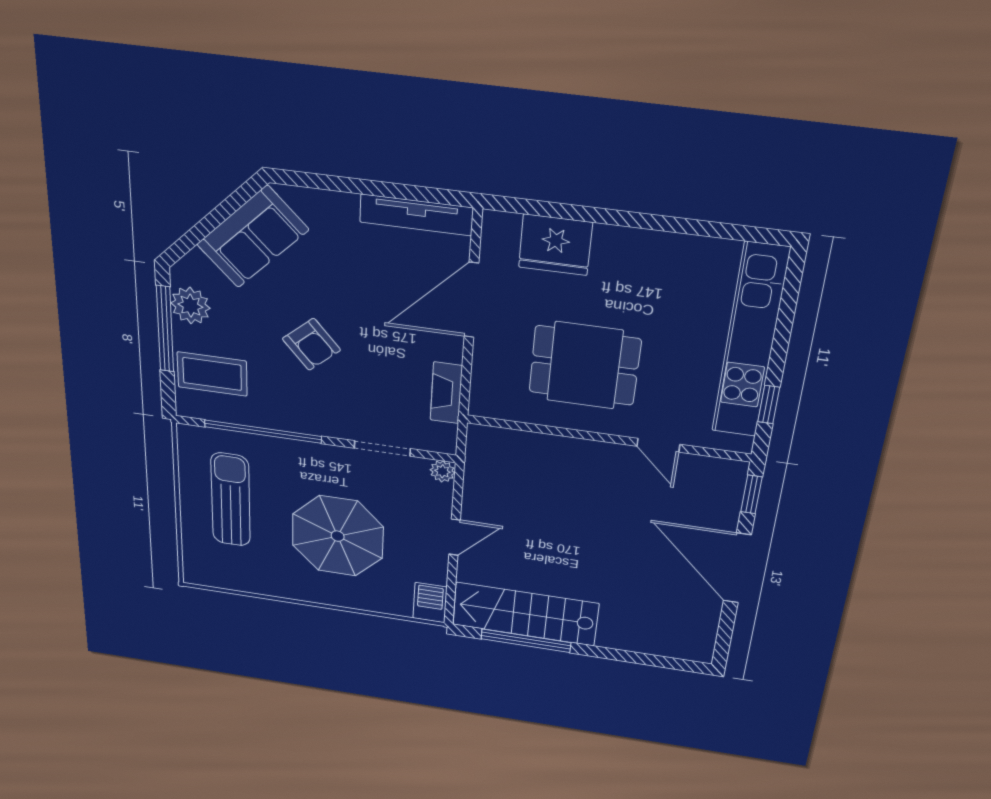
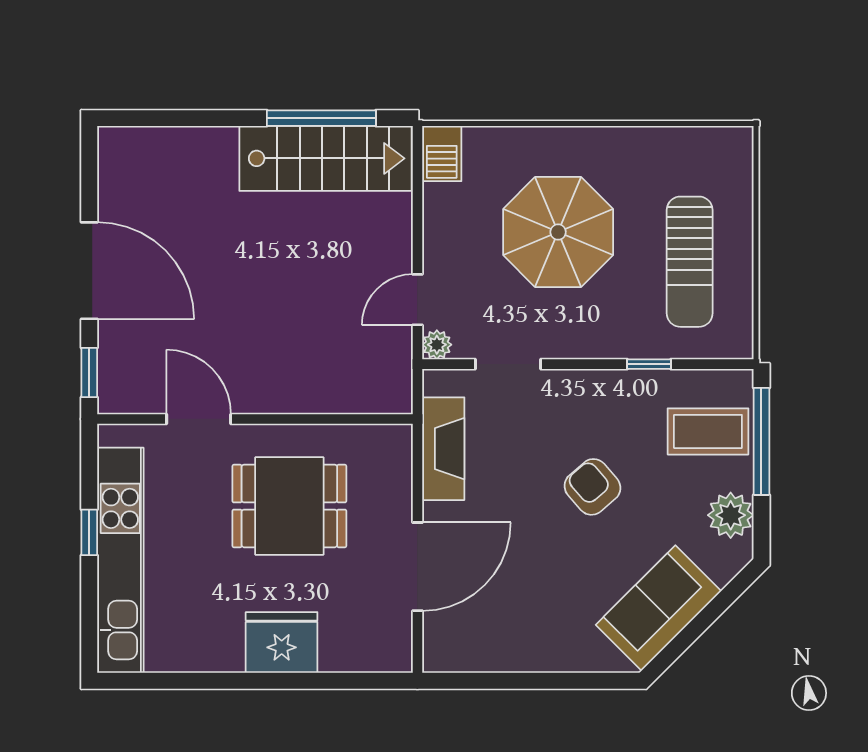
tv unit: (416, 215) -> (482, 657), removed
fridge: (555, 245) -> (282, 642), moved
window: (165, 329) -> (761, 441), moved
fireplace: (446, 393) -> (443, 449), width x1.37, depth x1.32
window: (769, 405) -> (89, 532), moved
window: (263, 432) -> (649, 364), width x0.32
door: (658, 445) -> (199, 419), width x1.38
door: (455, 537) -> (417, 300), moved

